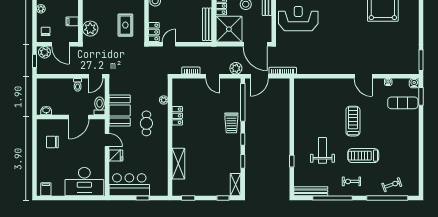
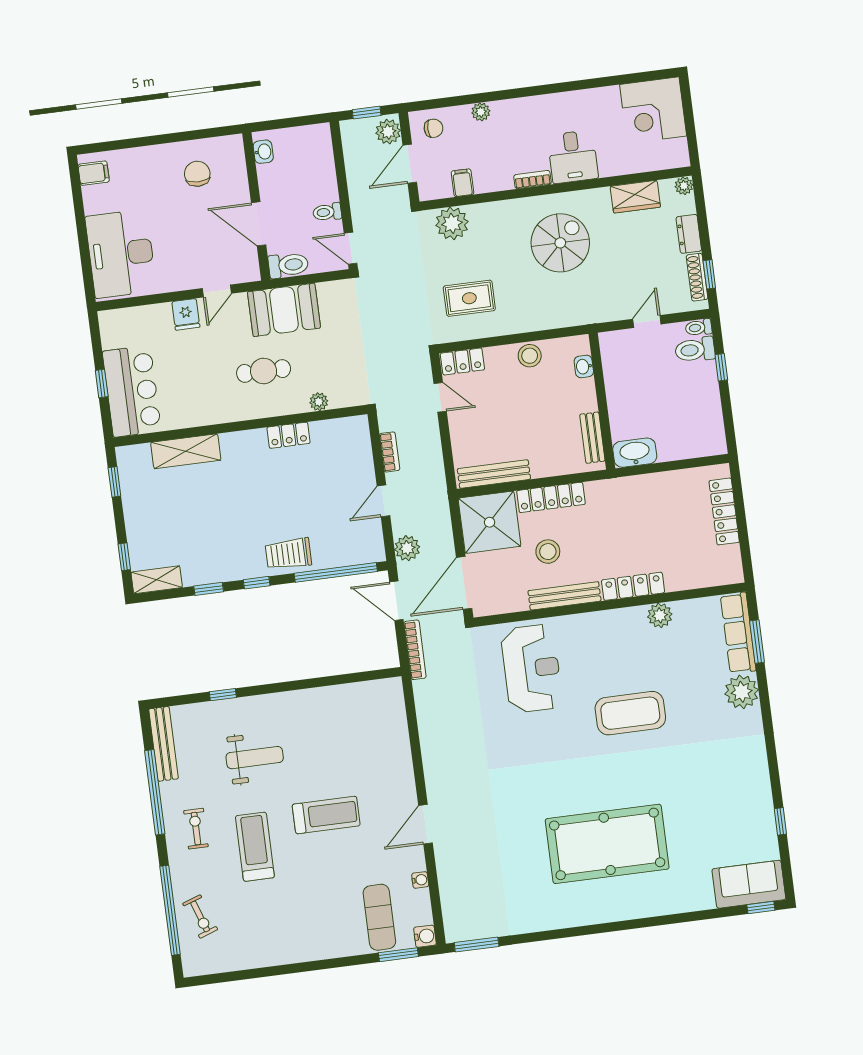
bar counter: (129, 185) -> (132, 391), moved

